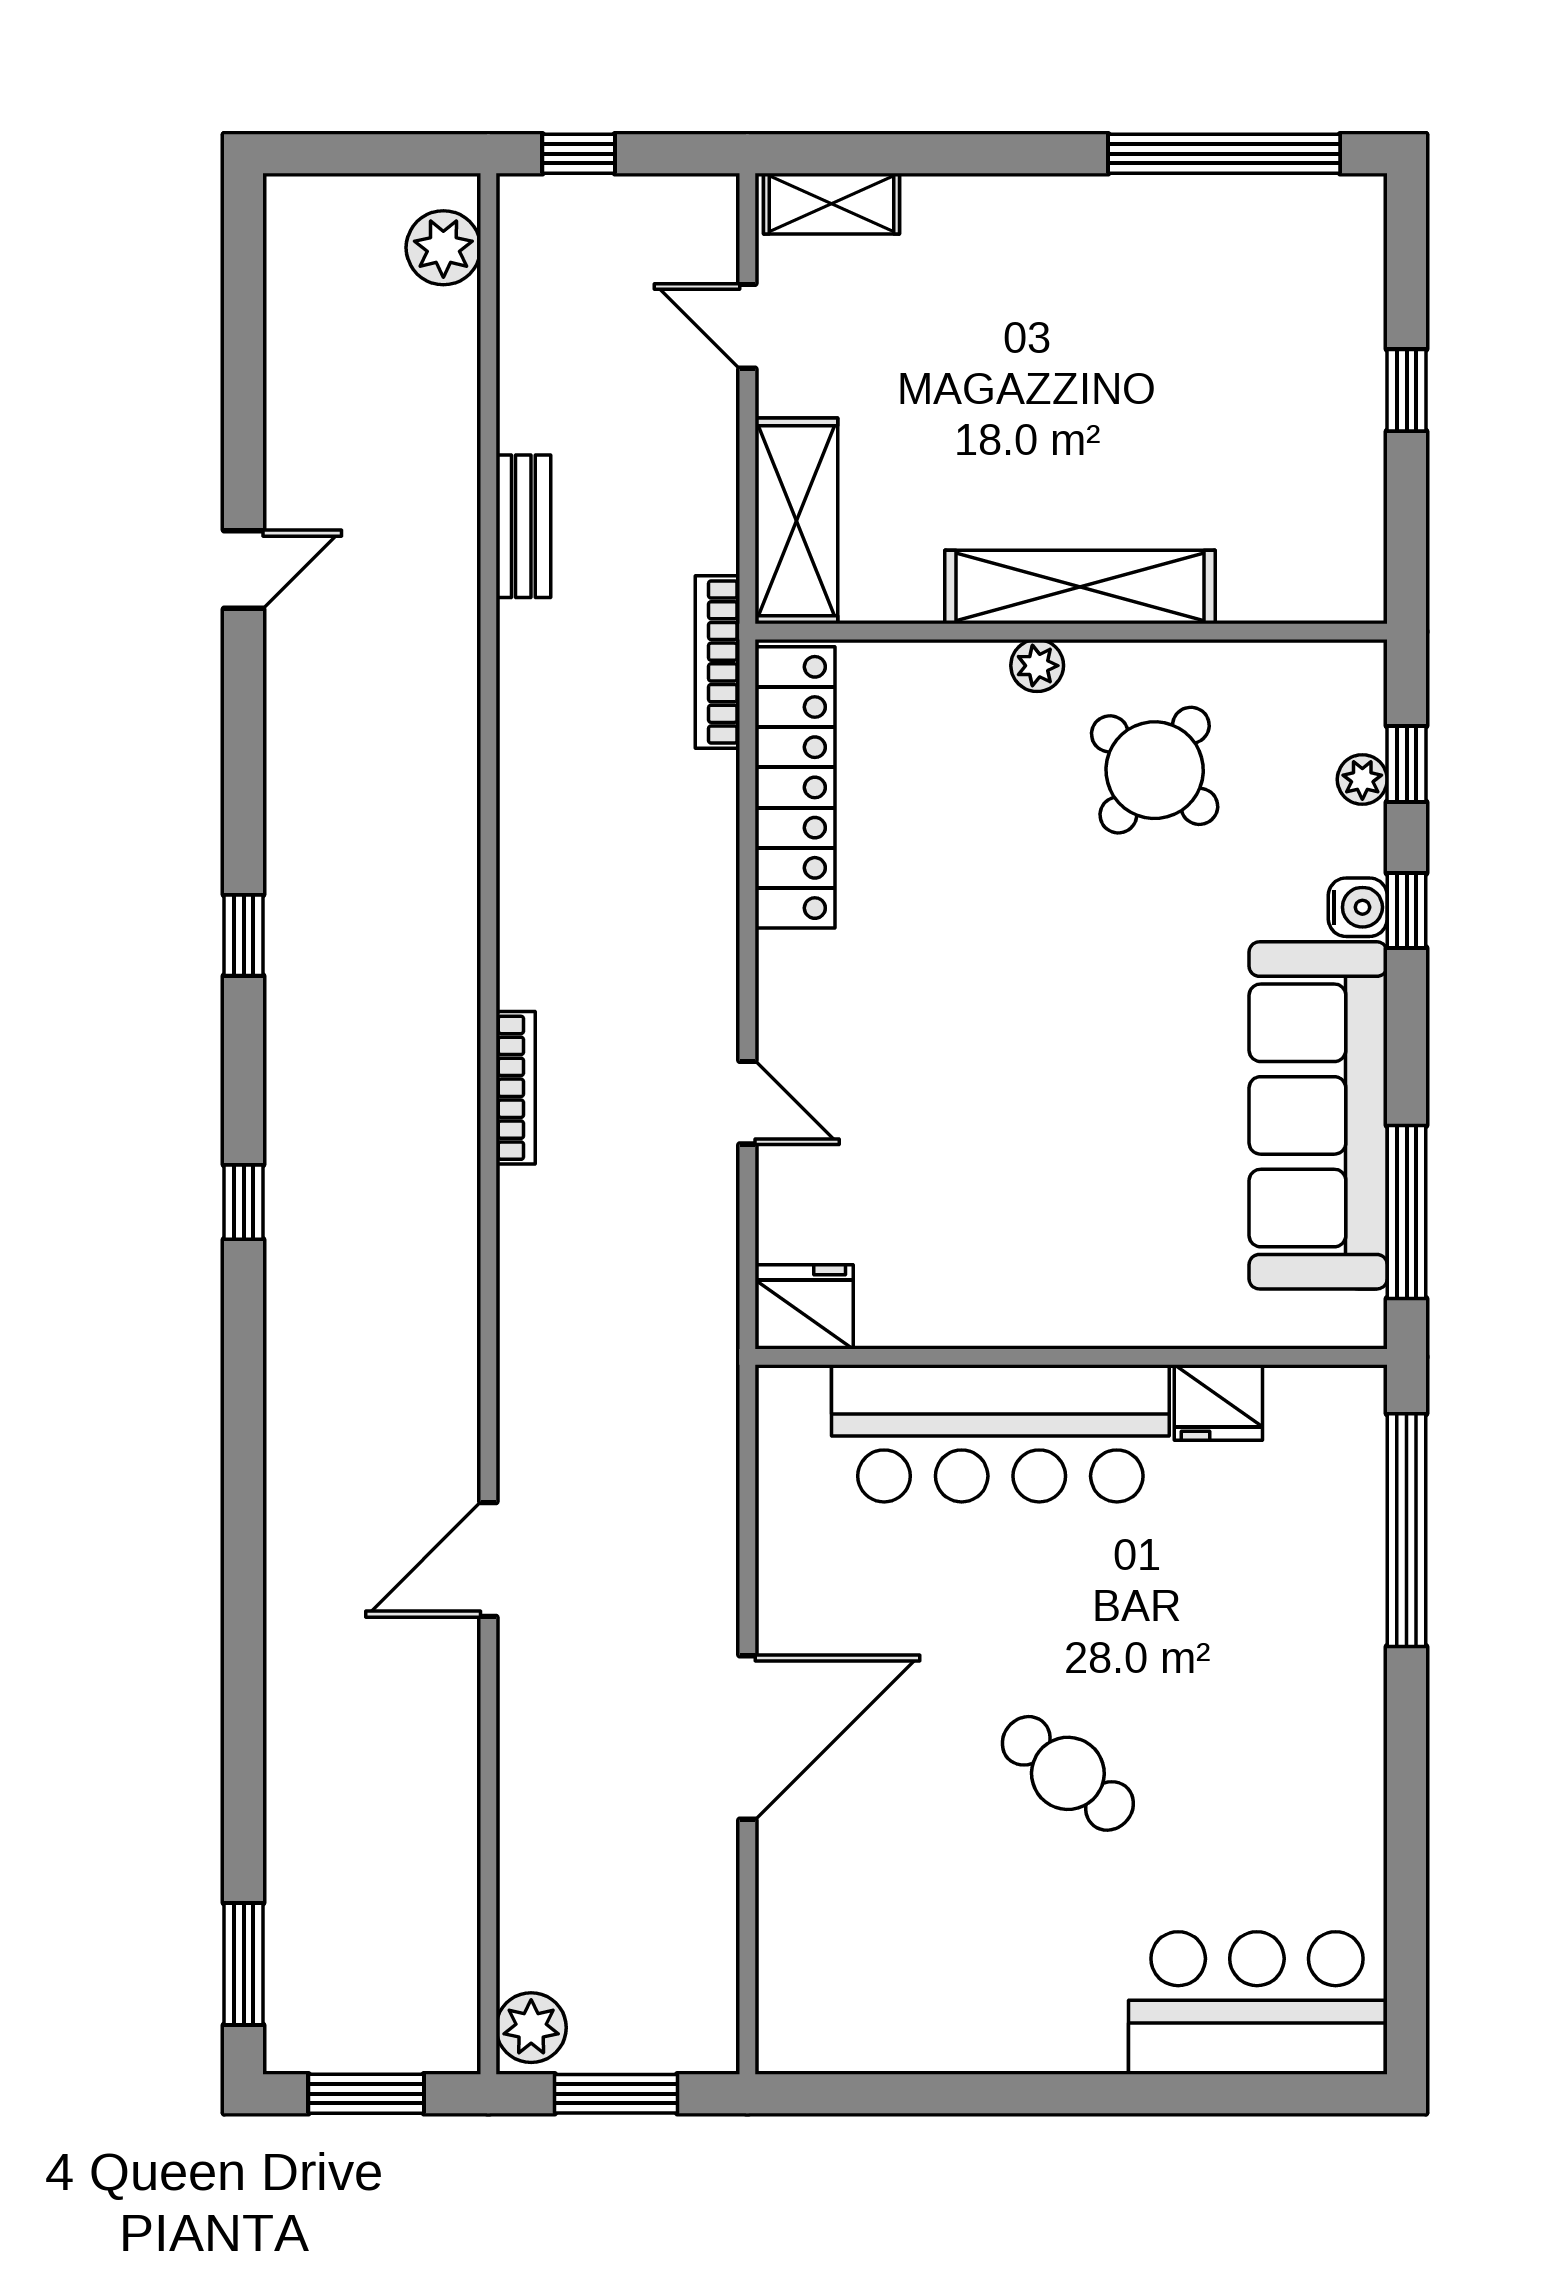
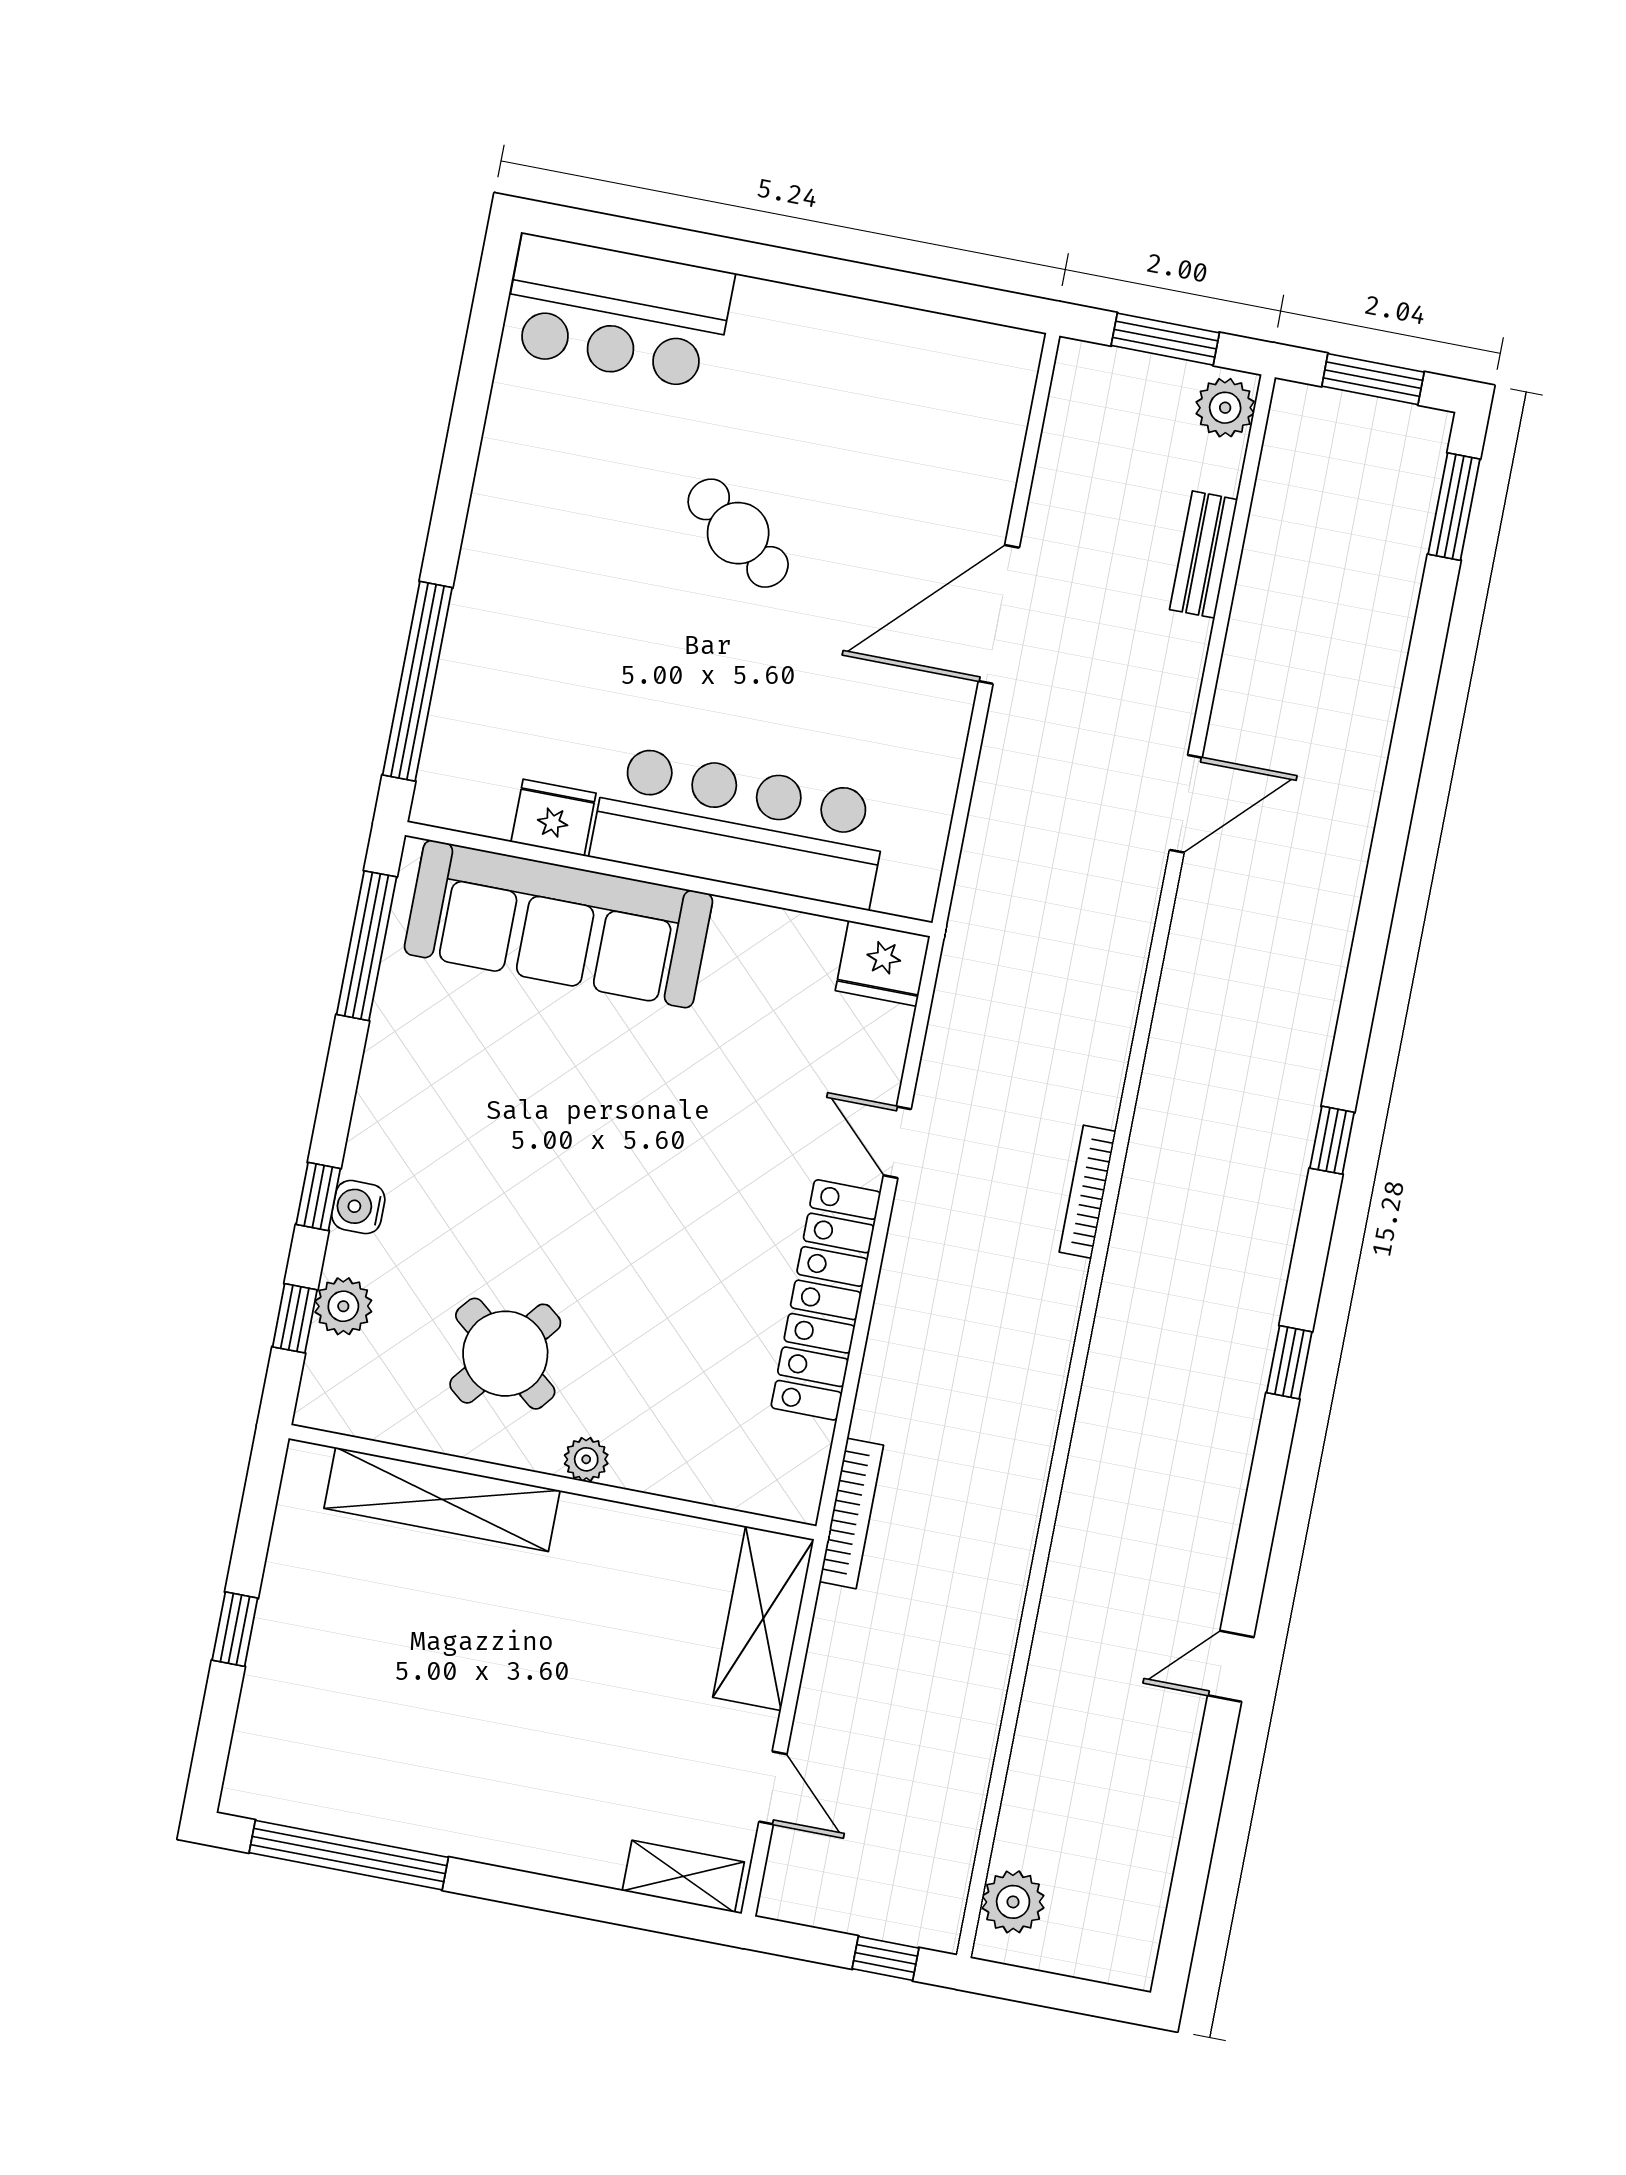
bench: (523, 526) -> (1204, 555), moved
shelving: (1080, 587) -> (442, 1499), moved
plant: (1362, 779) -> (343, 1306), width x1.38, depth x1.38
locker: (795, 787) -> (826, 1300), moved
sofa: (1318, 1115) -> (558, 924), moved, turned 90

